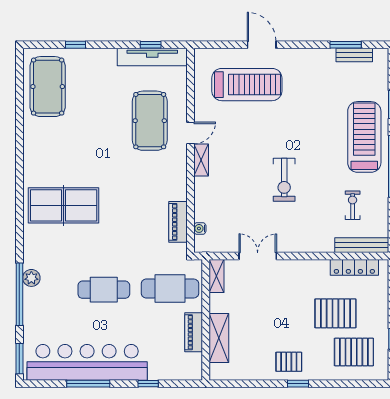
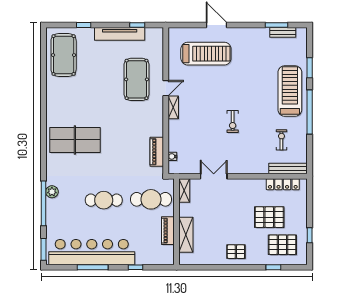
tv unit: (152, 57) -> (120, 34), moved
exercise bike: (284, 180) -> (233, 122), width x0.73, depth x0.72
window: (298, 384) -> (273, 267), moved

